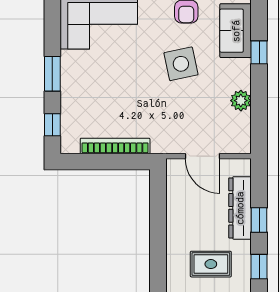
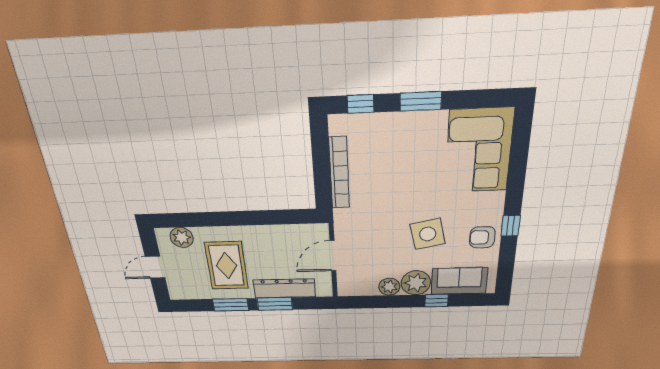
plant: (237, 74) -> (416, 283), added
window: (259, 220) -> (275, 304), width x1.50
rug: (211, 264) -> (227, 266), width x1.36, depth x1.43
window: (259, 267) -> (231, 305), width x1.50

